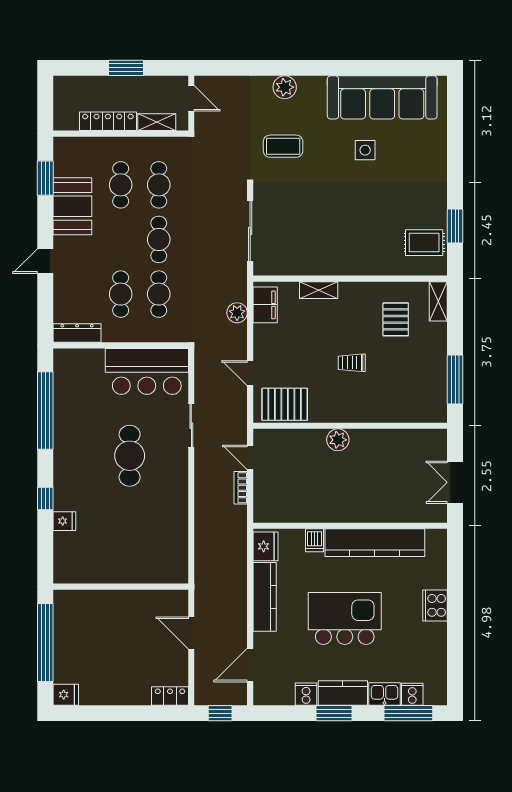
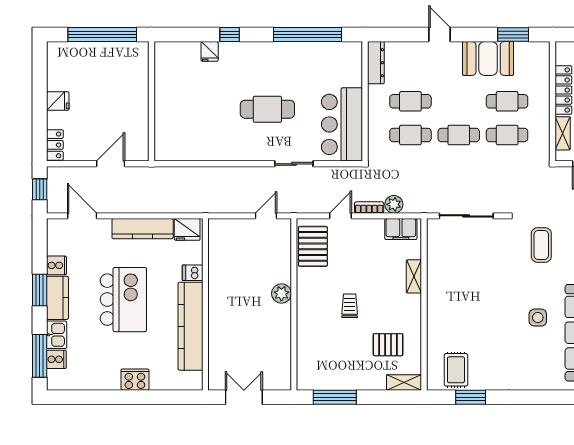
bookcase: (241, 488) -> (369, 207), moved
fridge: (66, 695) -> (58, 101), moved, turned -90

